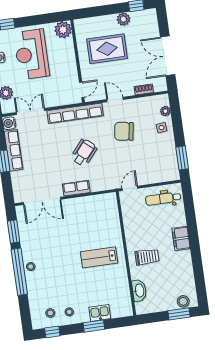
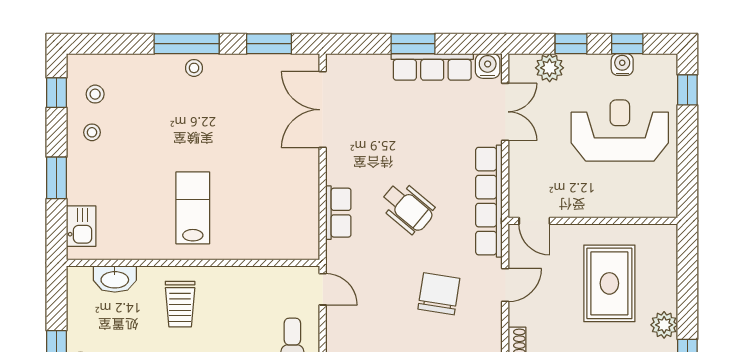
plant: (63, 30) -> (660, 201), removed
row of seats: (76, 188) -> (338, 213), moved
window: (19, 272) -> (187, 44), width x0.68
kitchen sink: (100, 313) -> (81, 226), moved

